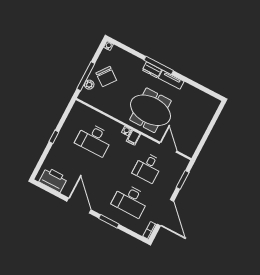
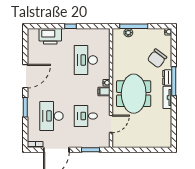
chair: (106, 77) -> (157, 58), moved
printer: (53, 180) -> (50, 36), moved, turned 90

